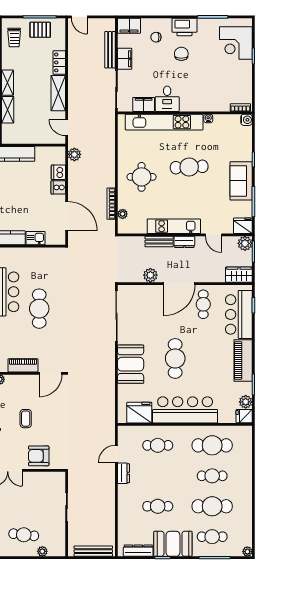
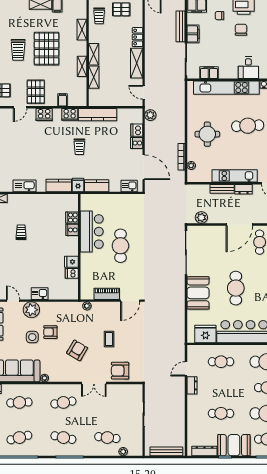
desk: (167, 99) -> (248, 68), moved
kitchen sink: (36, 238) -> (129, 186), moved
plant: (150, 275) -> (201, 217), moved

